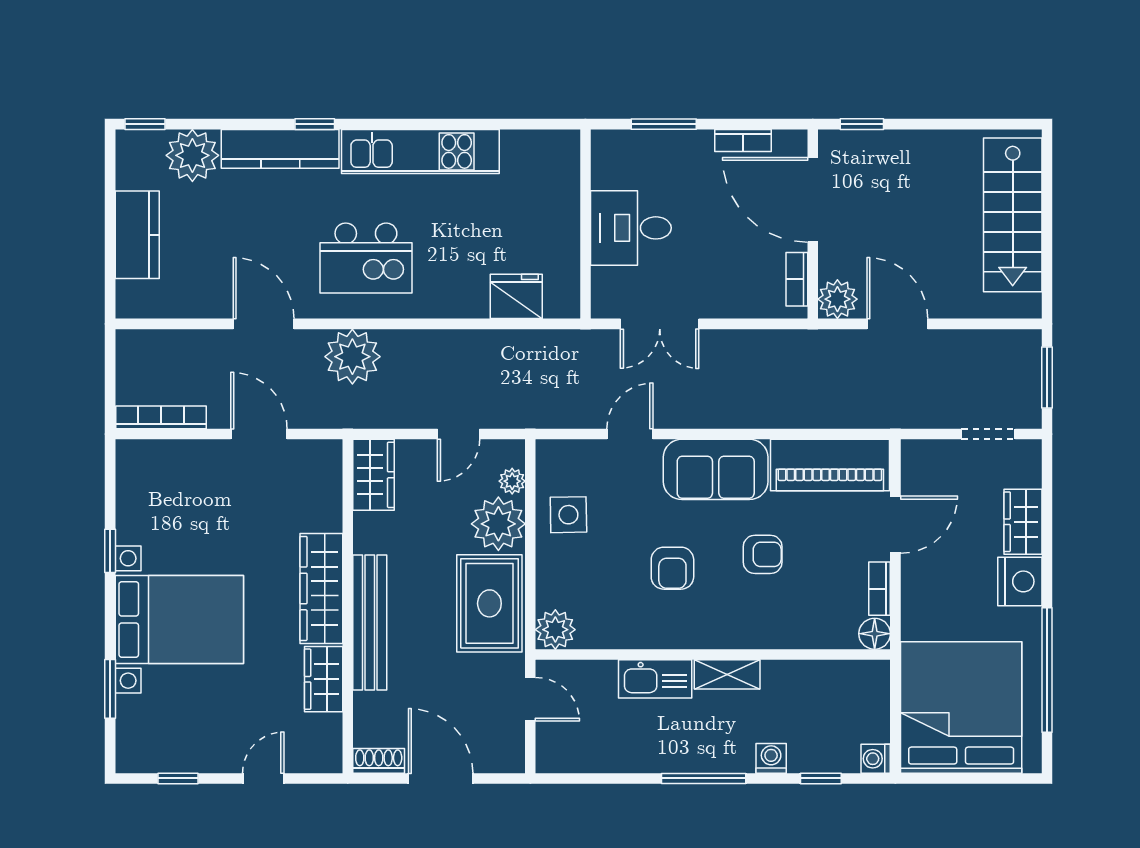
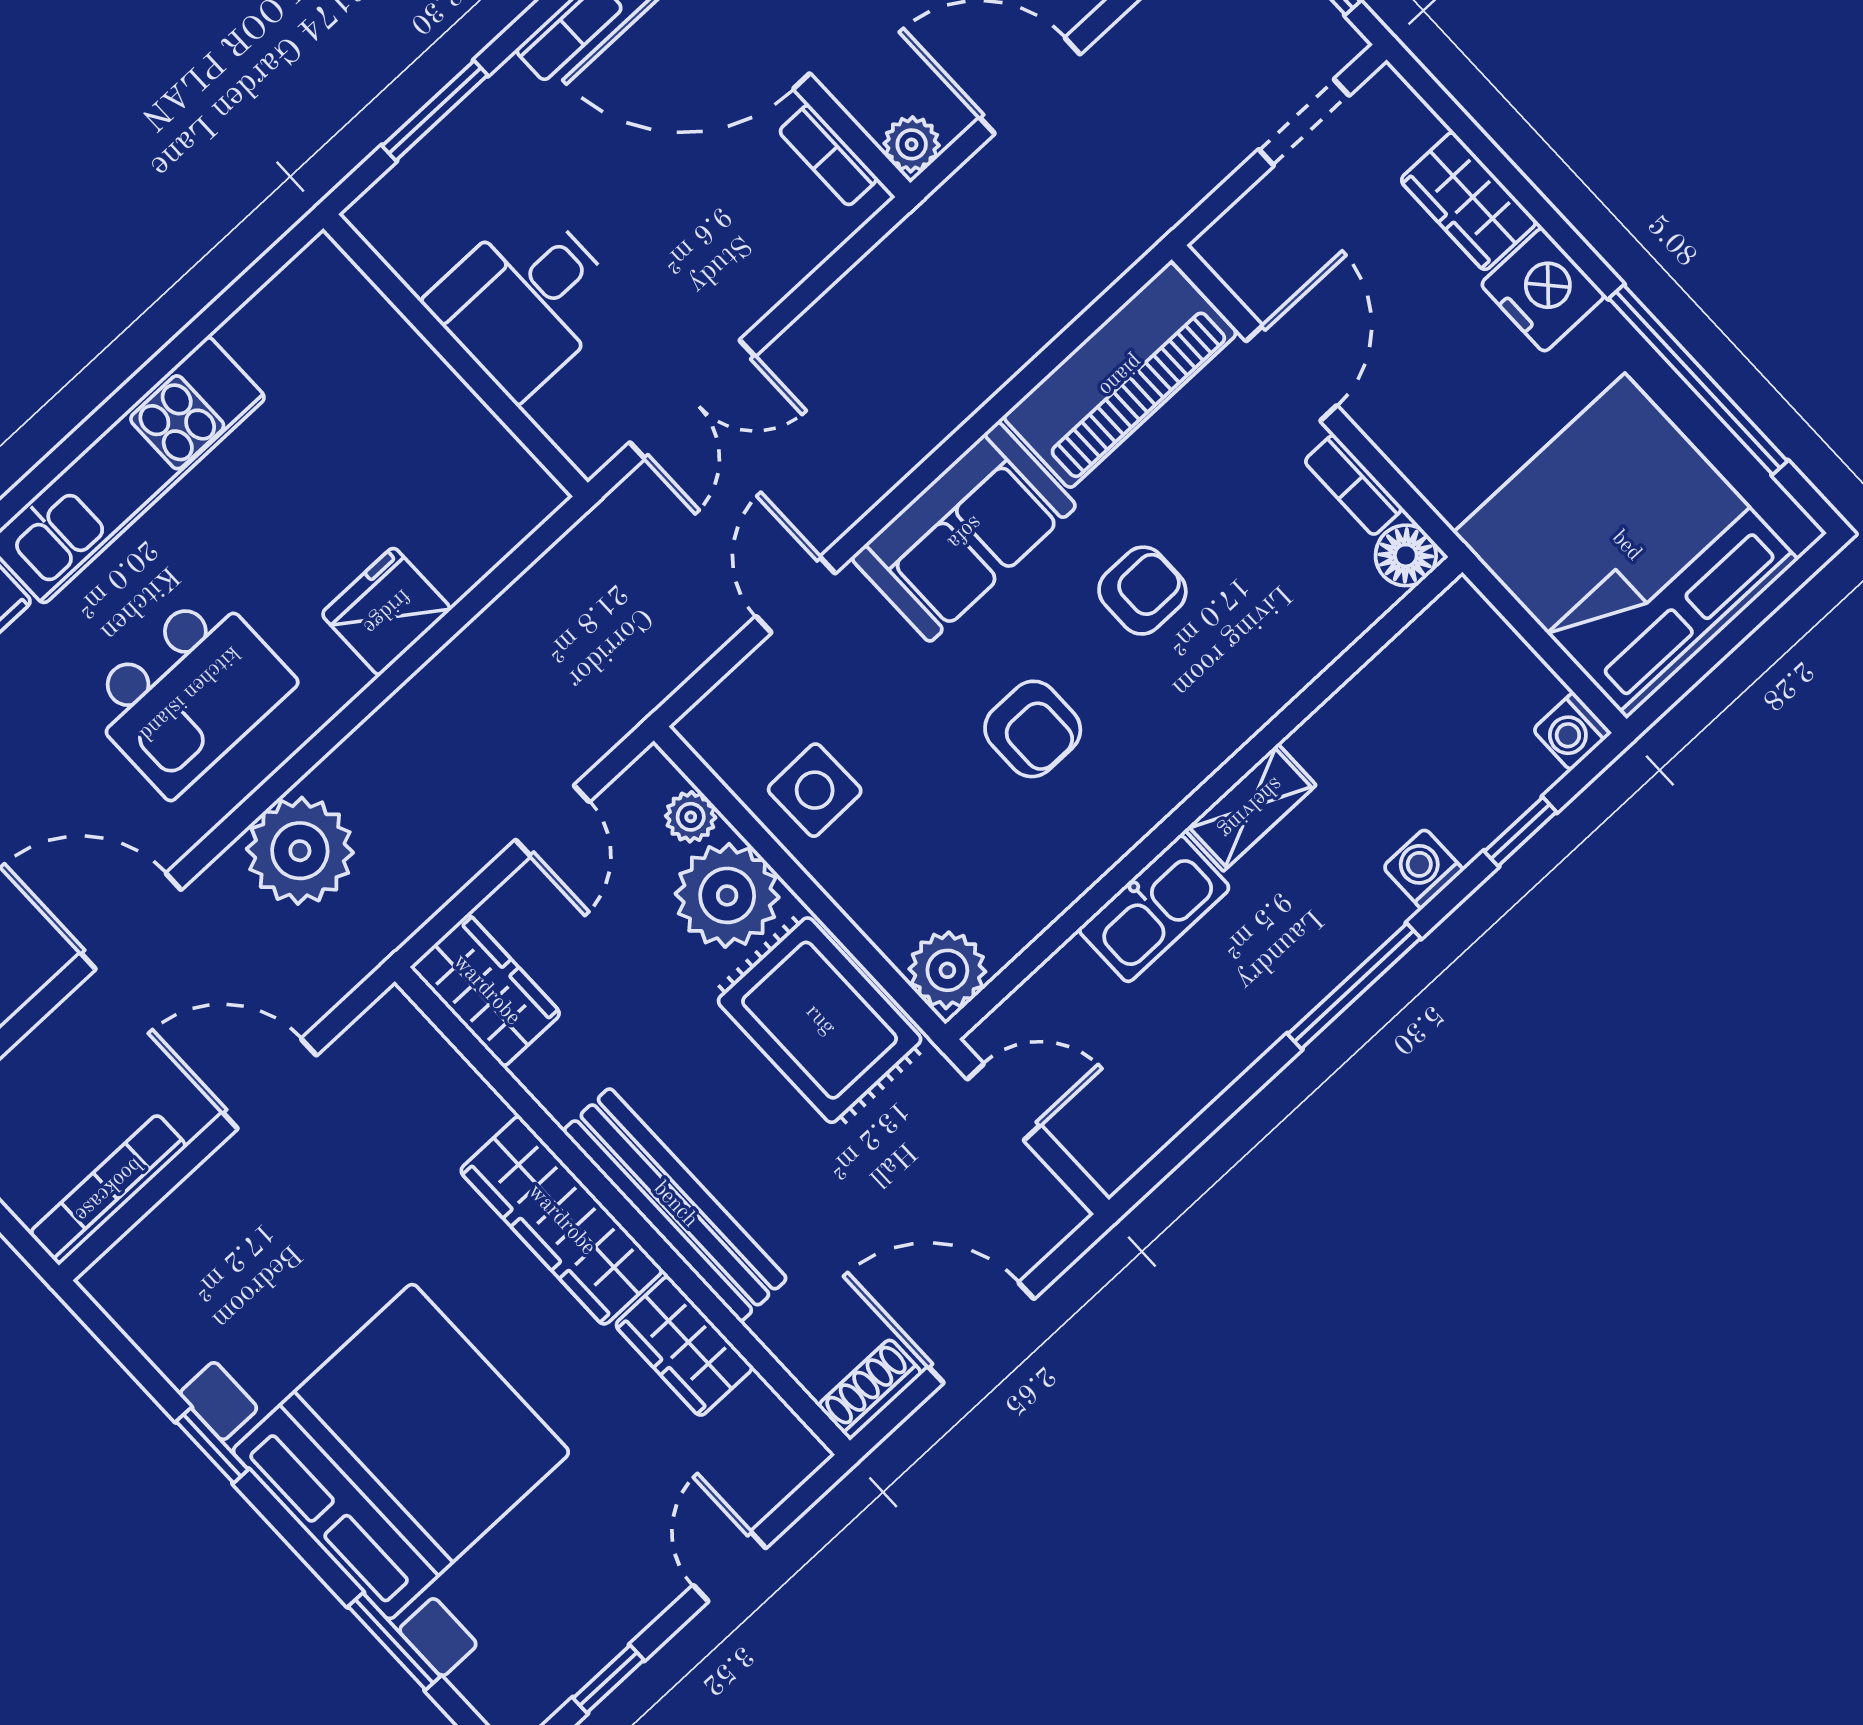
fridge: (516, 296) -> (386, 611), moved
plant: (837, 299) -> (912, 144), width x0.73, depth x0.73
bed with nightstands: (179, 619) -> (401, 1452), width x1.36

